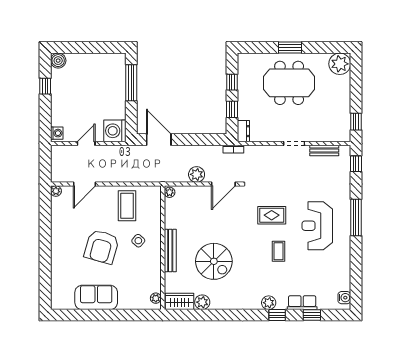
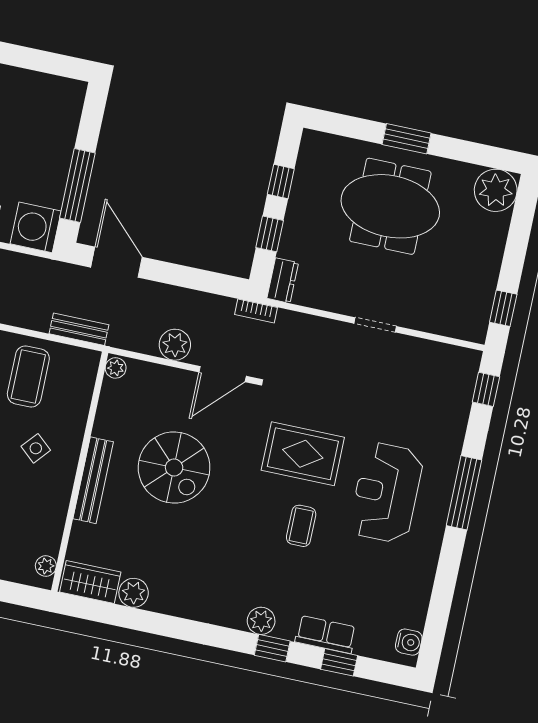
window: (131, 83) -> (77, 185), moved
bench: (324, 151) -> (79, 329), moved
rug: (272, 215) -> (303, 454), width x1.36, depth x1.43
spiral stairs: (214, 261) -> (174, 468), moved

